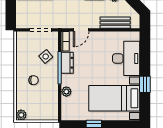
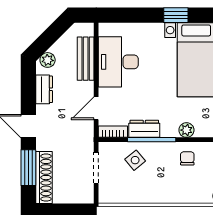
door: (81, 30) -> (96, 108), swing flipped
desk: (126, 58) -> (118, 62), moved, turned -90
chair: (34, 80) -> (187, 158), moved

